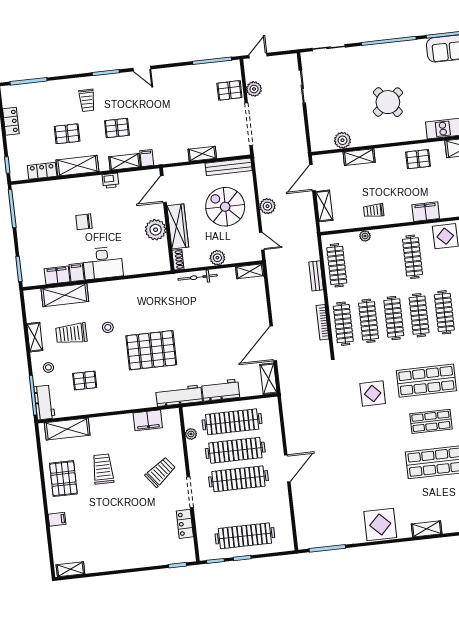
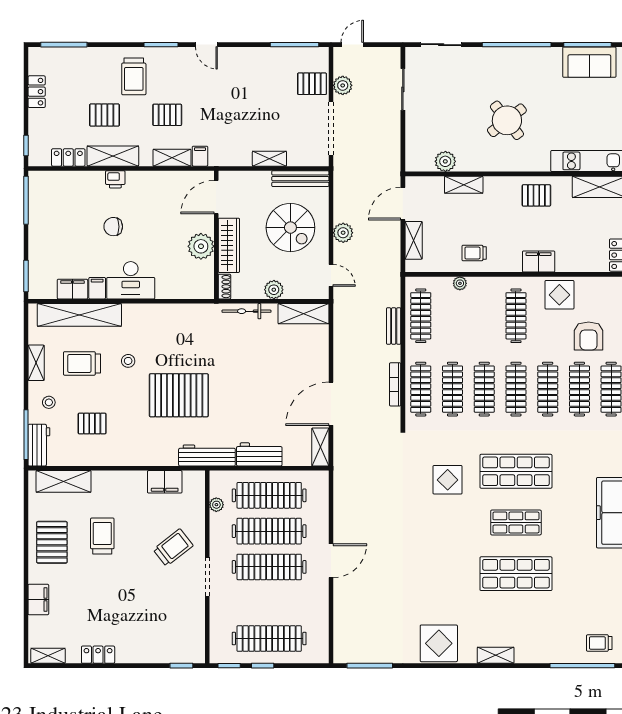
trolley: (87, 100) -> (134, 76), width x1.36, depth x1.39
printer: (110, 181) -> (115, 179), moved
spiral stairs: (225, 207) -> (290, 228), turned 180
shelving: (250, 271) -> (303, 314), width x1.50, depth x1.33
shelving: (65, 295) -> (79, 315), width x1.47
filing cabinet: (57, 519) -> (38, 600), width x2.00
locker: (185, 524) -> (98, 655), moved, turned 90

